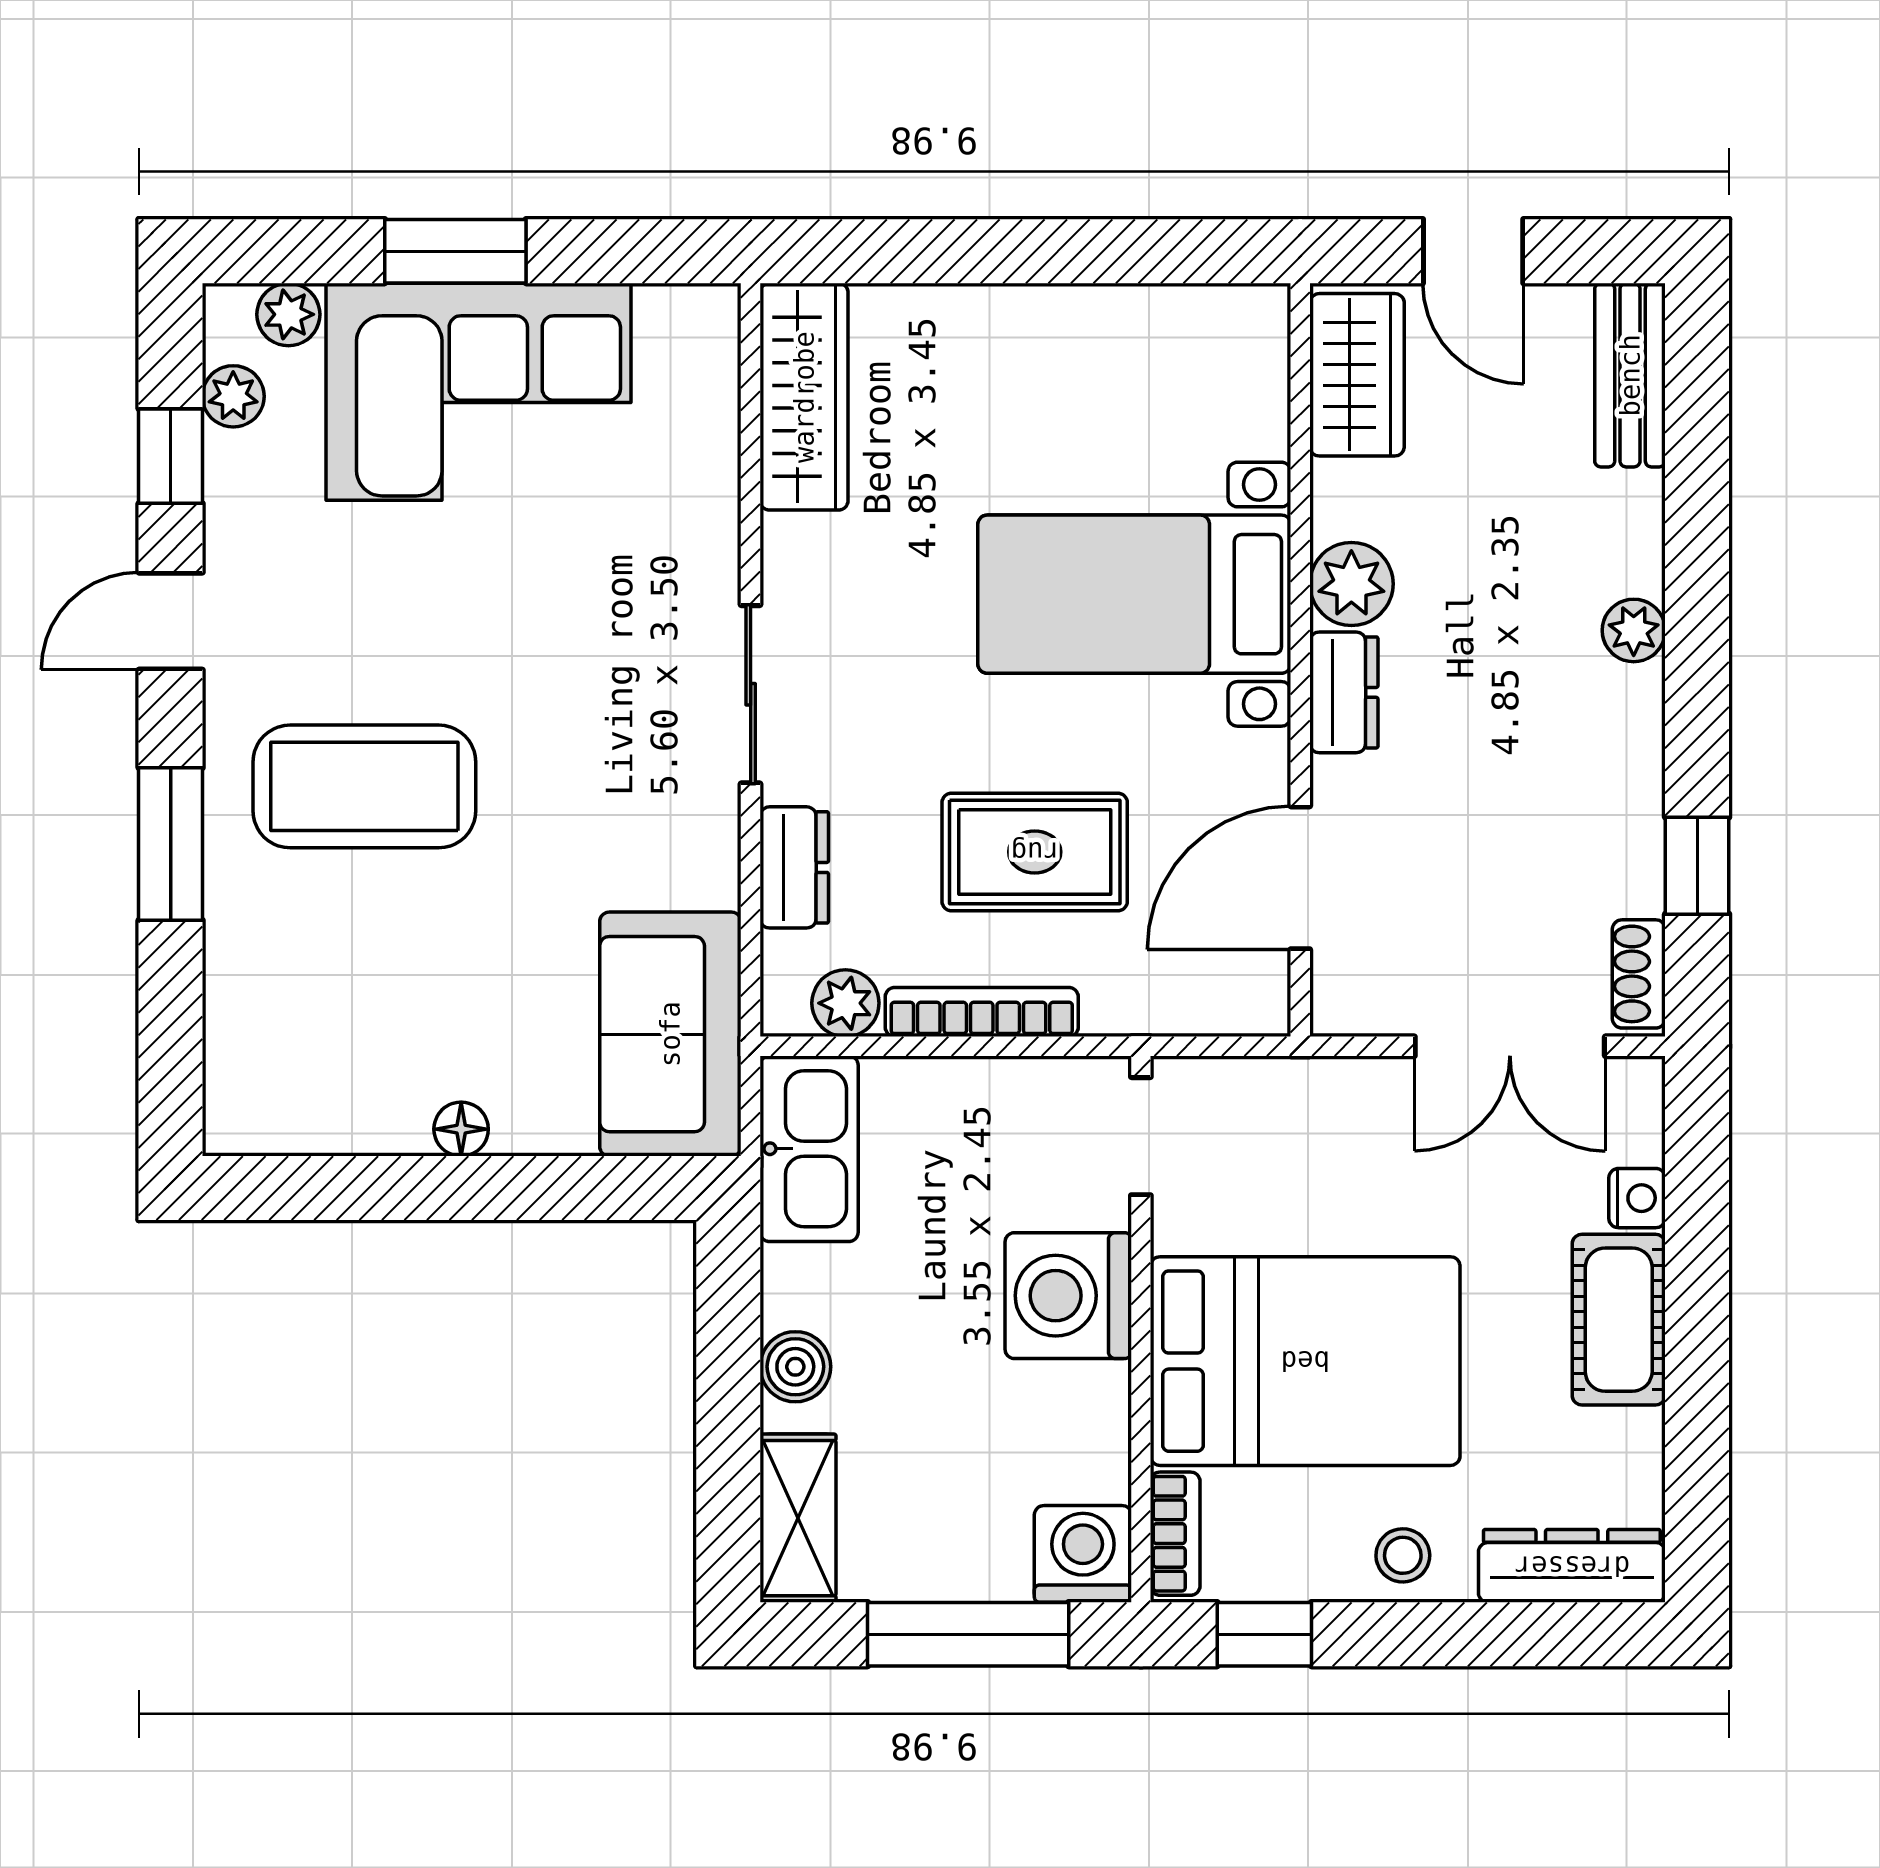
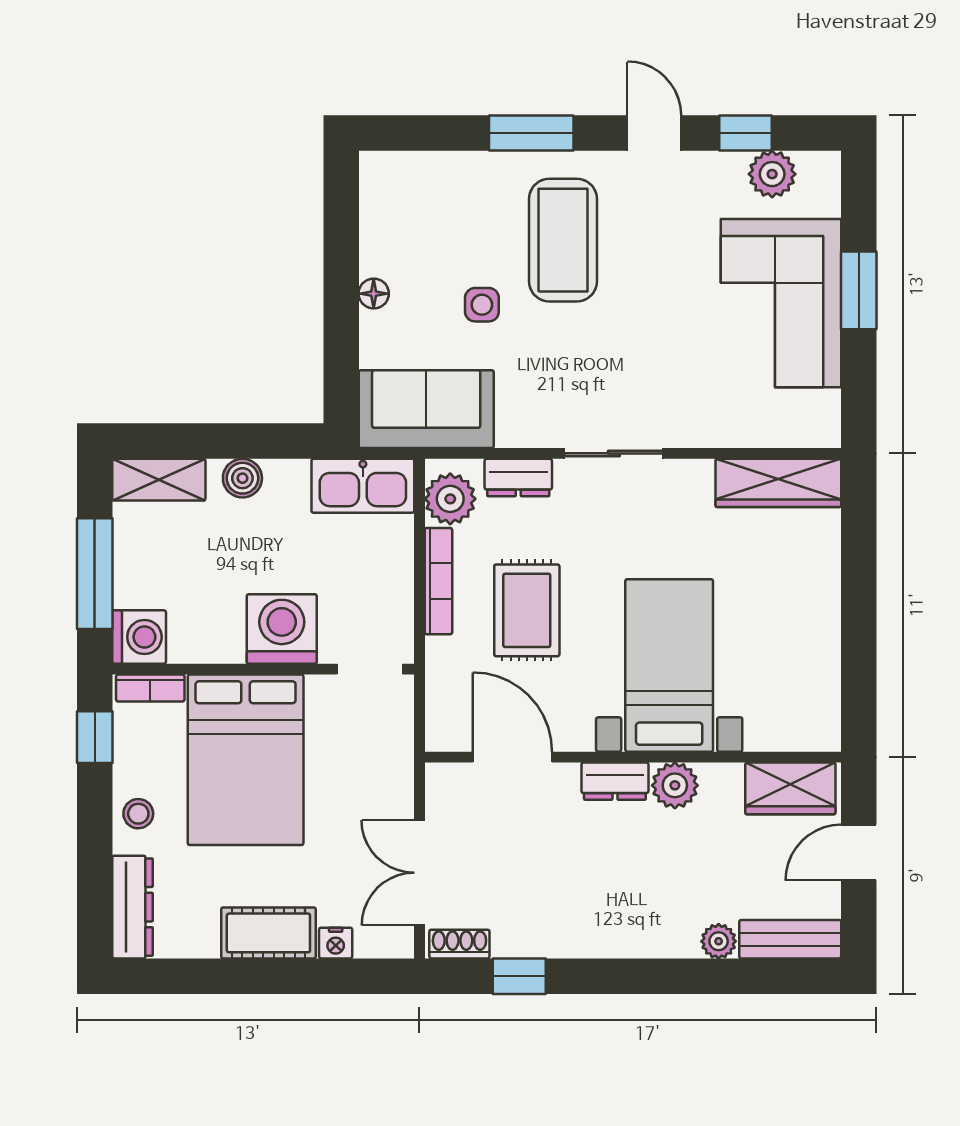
plant: (288, 314) -> (824, 198), removed
plant: (233, 396) -> (772, 174), width x1.38, depth x1.38
plant: (1634, 630) -> (719, 941), moved
side table: (481, 933) -> (482, 305), added
plant: (845, 1003) -> (450, 499), width x1.38, depth x1.38

